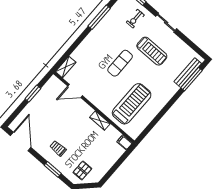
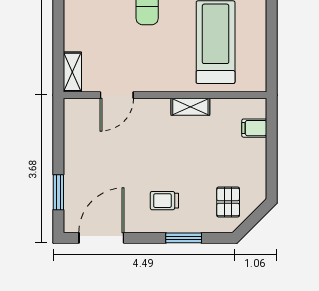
window: (33, 93) -> (58, 192), moved
door: (21, 141) -> (101, 238), hinge flipped
filing cabinet: (125, 142) -> (254, 128), moved

